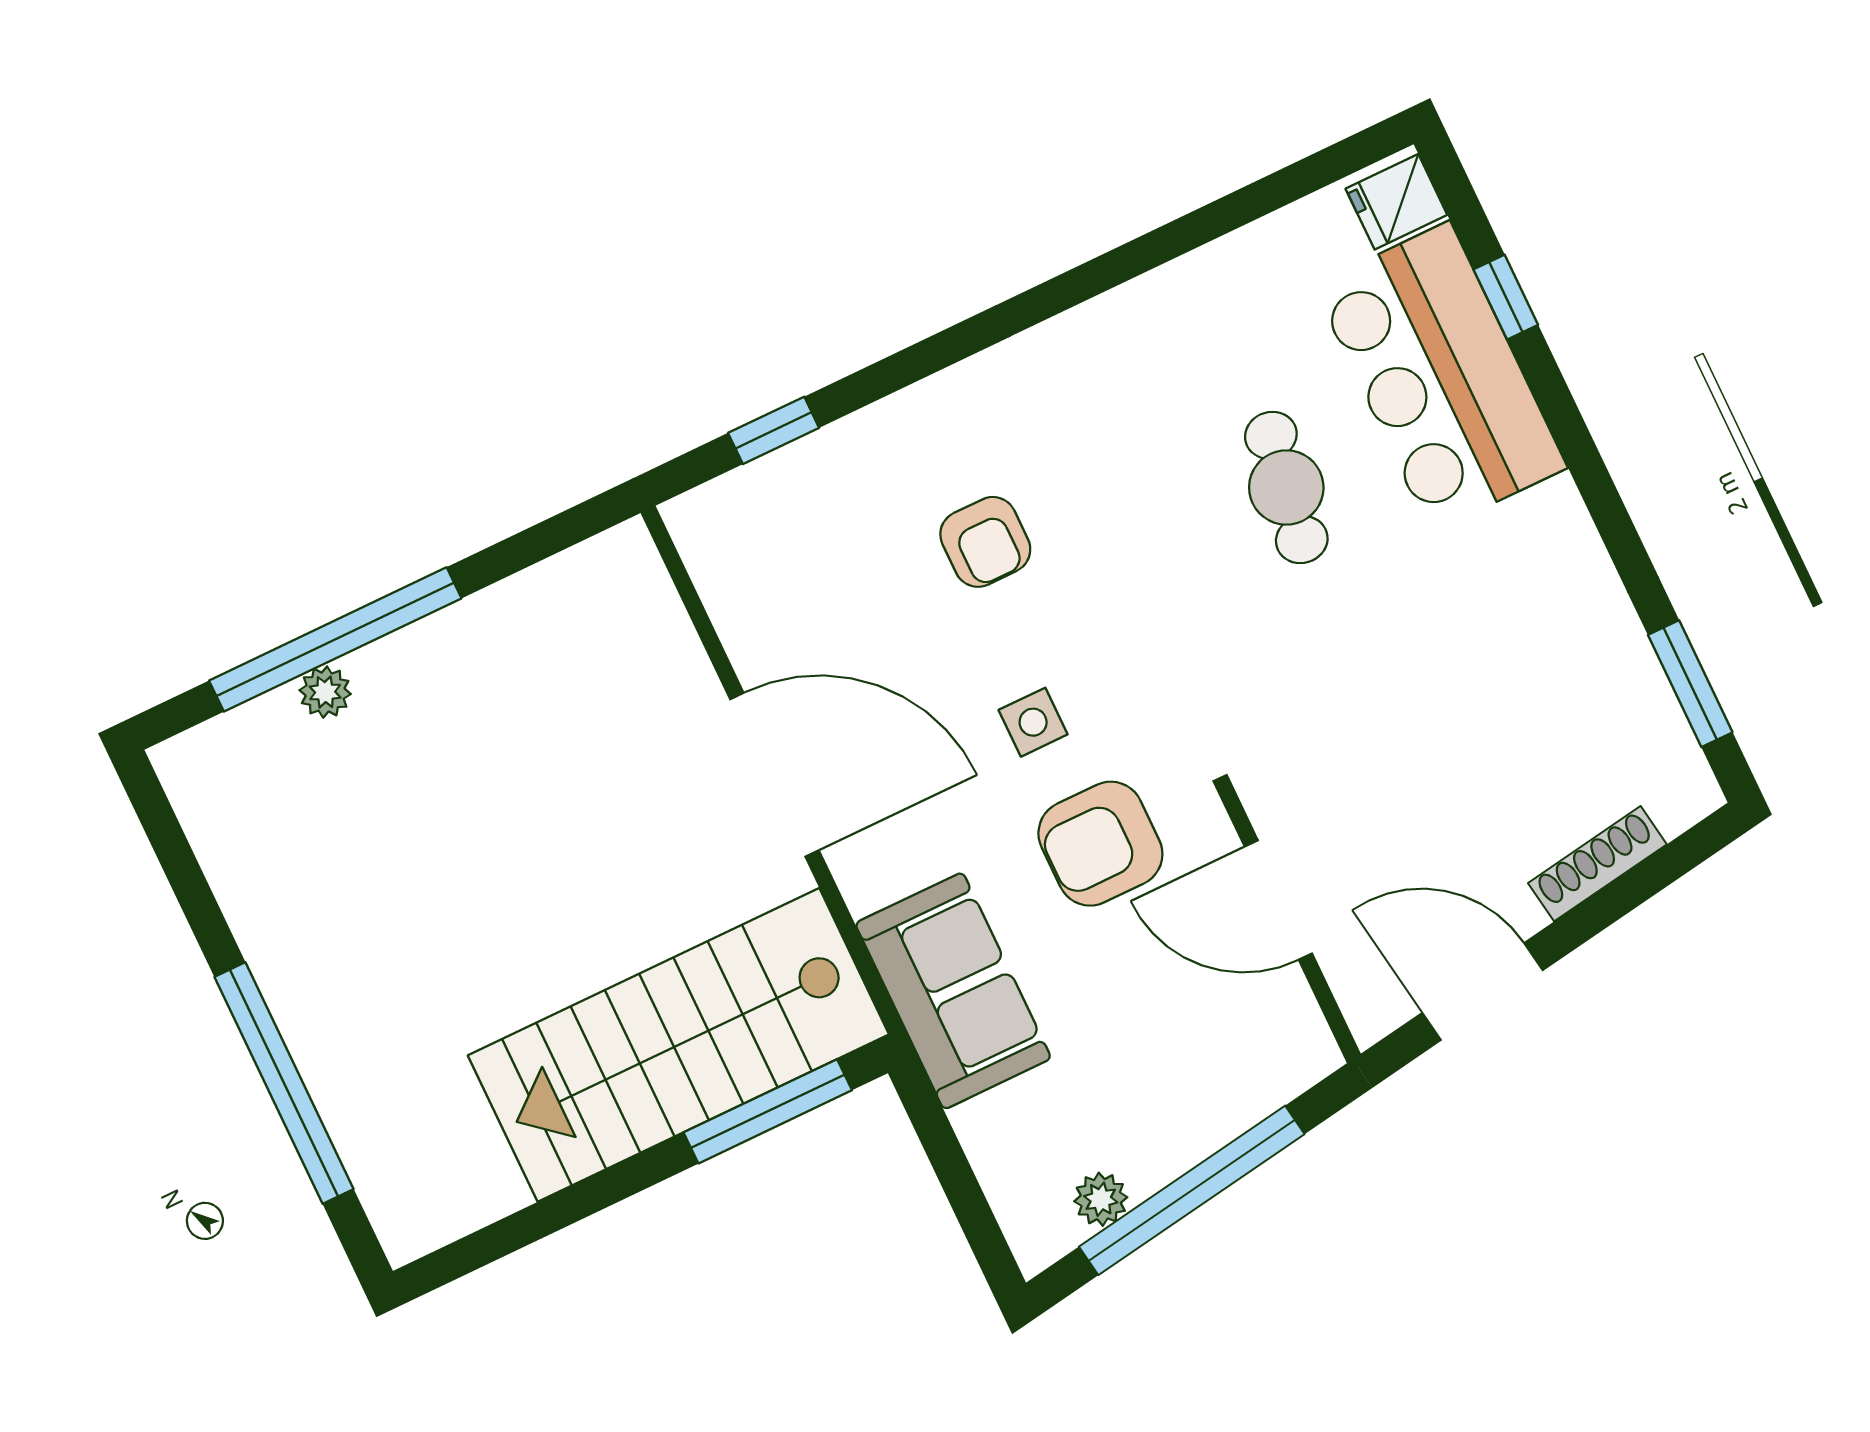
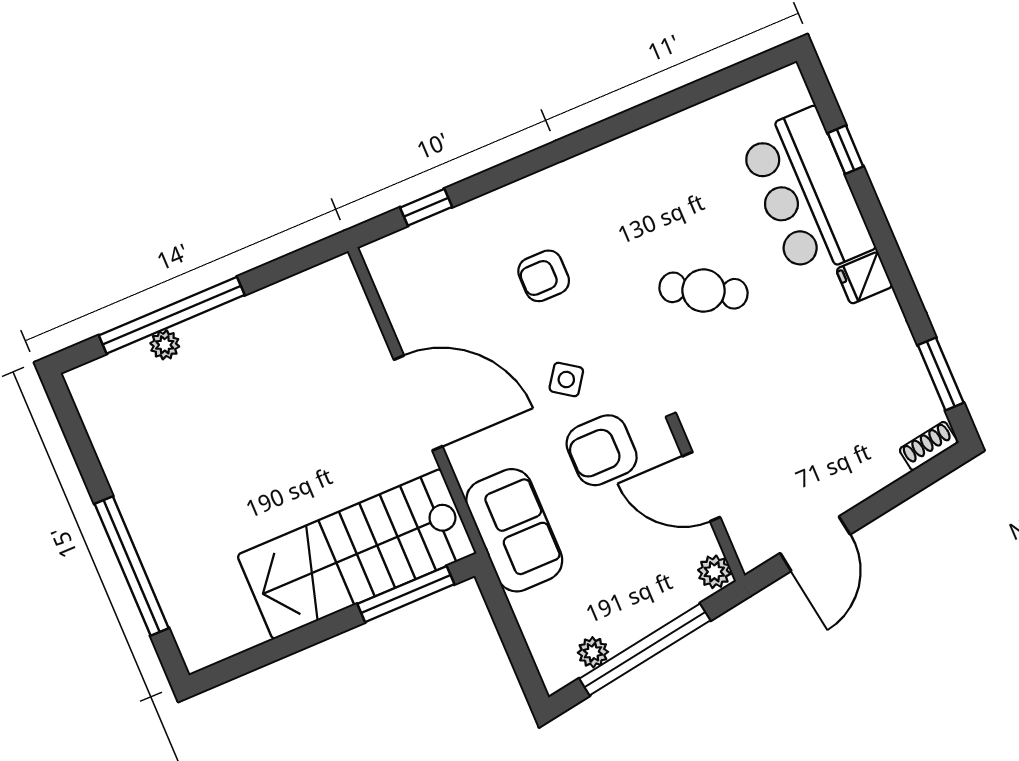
fridge: (1396, 202) -> (864, 278), moved
cafe table: (1286, 487) -> (704, 291), moved, turned -70
armchair: (985, 542) -> (544, 276), turned 90
side table: (1033, 722) -> (566, 380), turned 35
shoe rack: (1597, 864) -> (929, 446), moved, width x0.70
door: (1482, 991) -> (815, 544), swing flipped
plant: (1308, 1048) -> (714, 572), added

